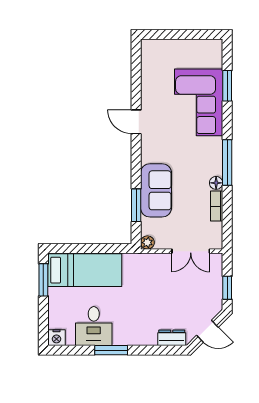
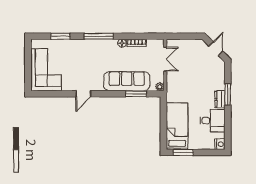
corner sofa: (199, 102) -> (46, 70), moved, turned -90
window: (227, 162) -> (99, 36), moved
sofa: (156, 190) -> (127, 81), width x1.36
window: (227, 288) -> (188, 36), removed
dresser: (172, 338) -> (220, 99), moved
window: (111, 350) -> (228, 95), moved

